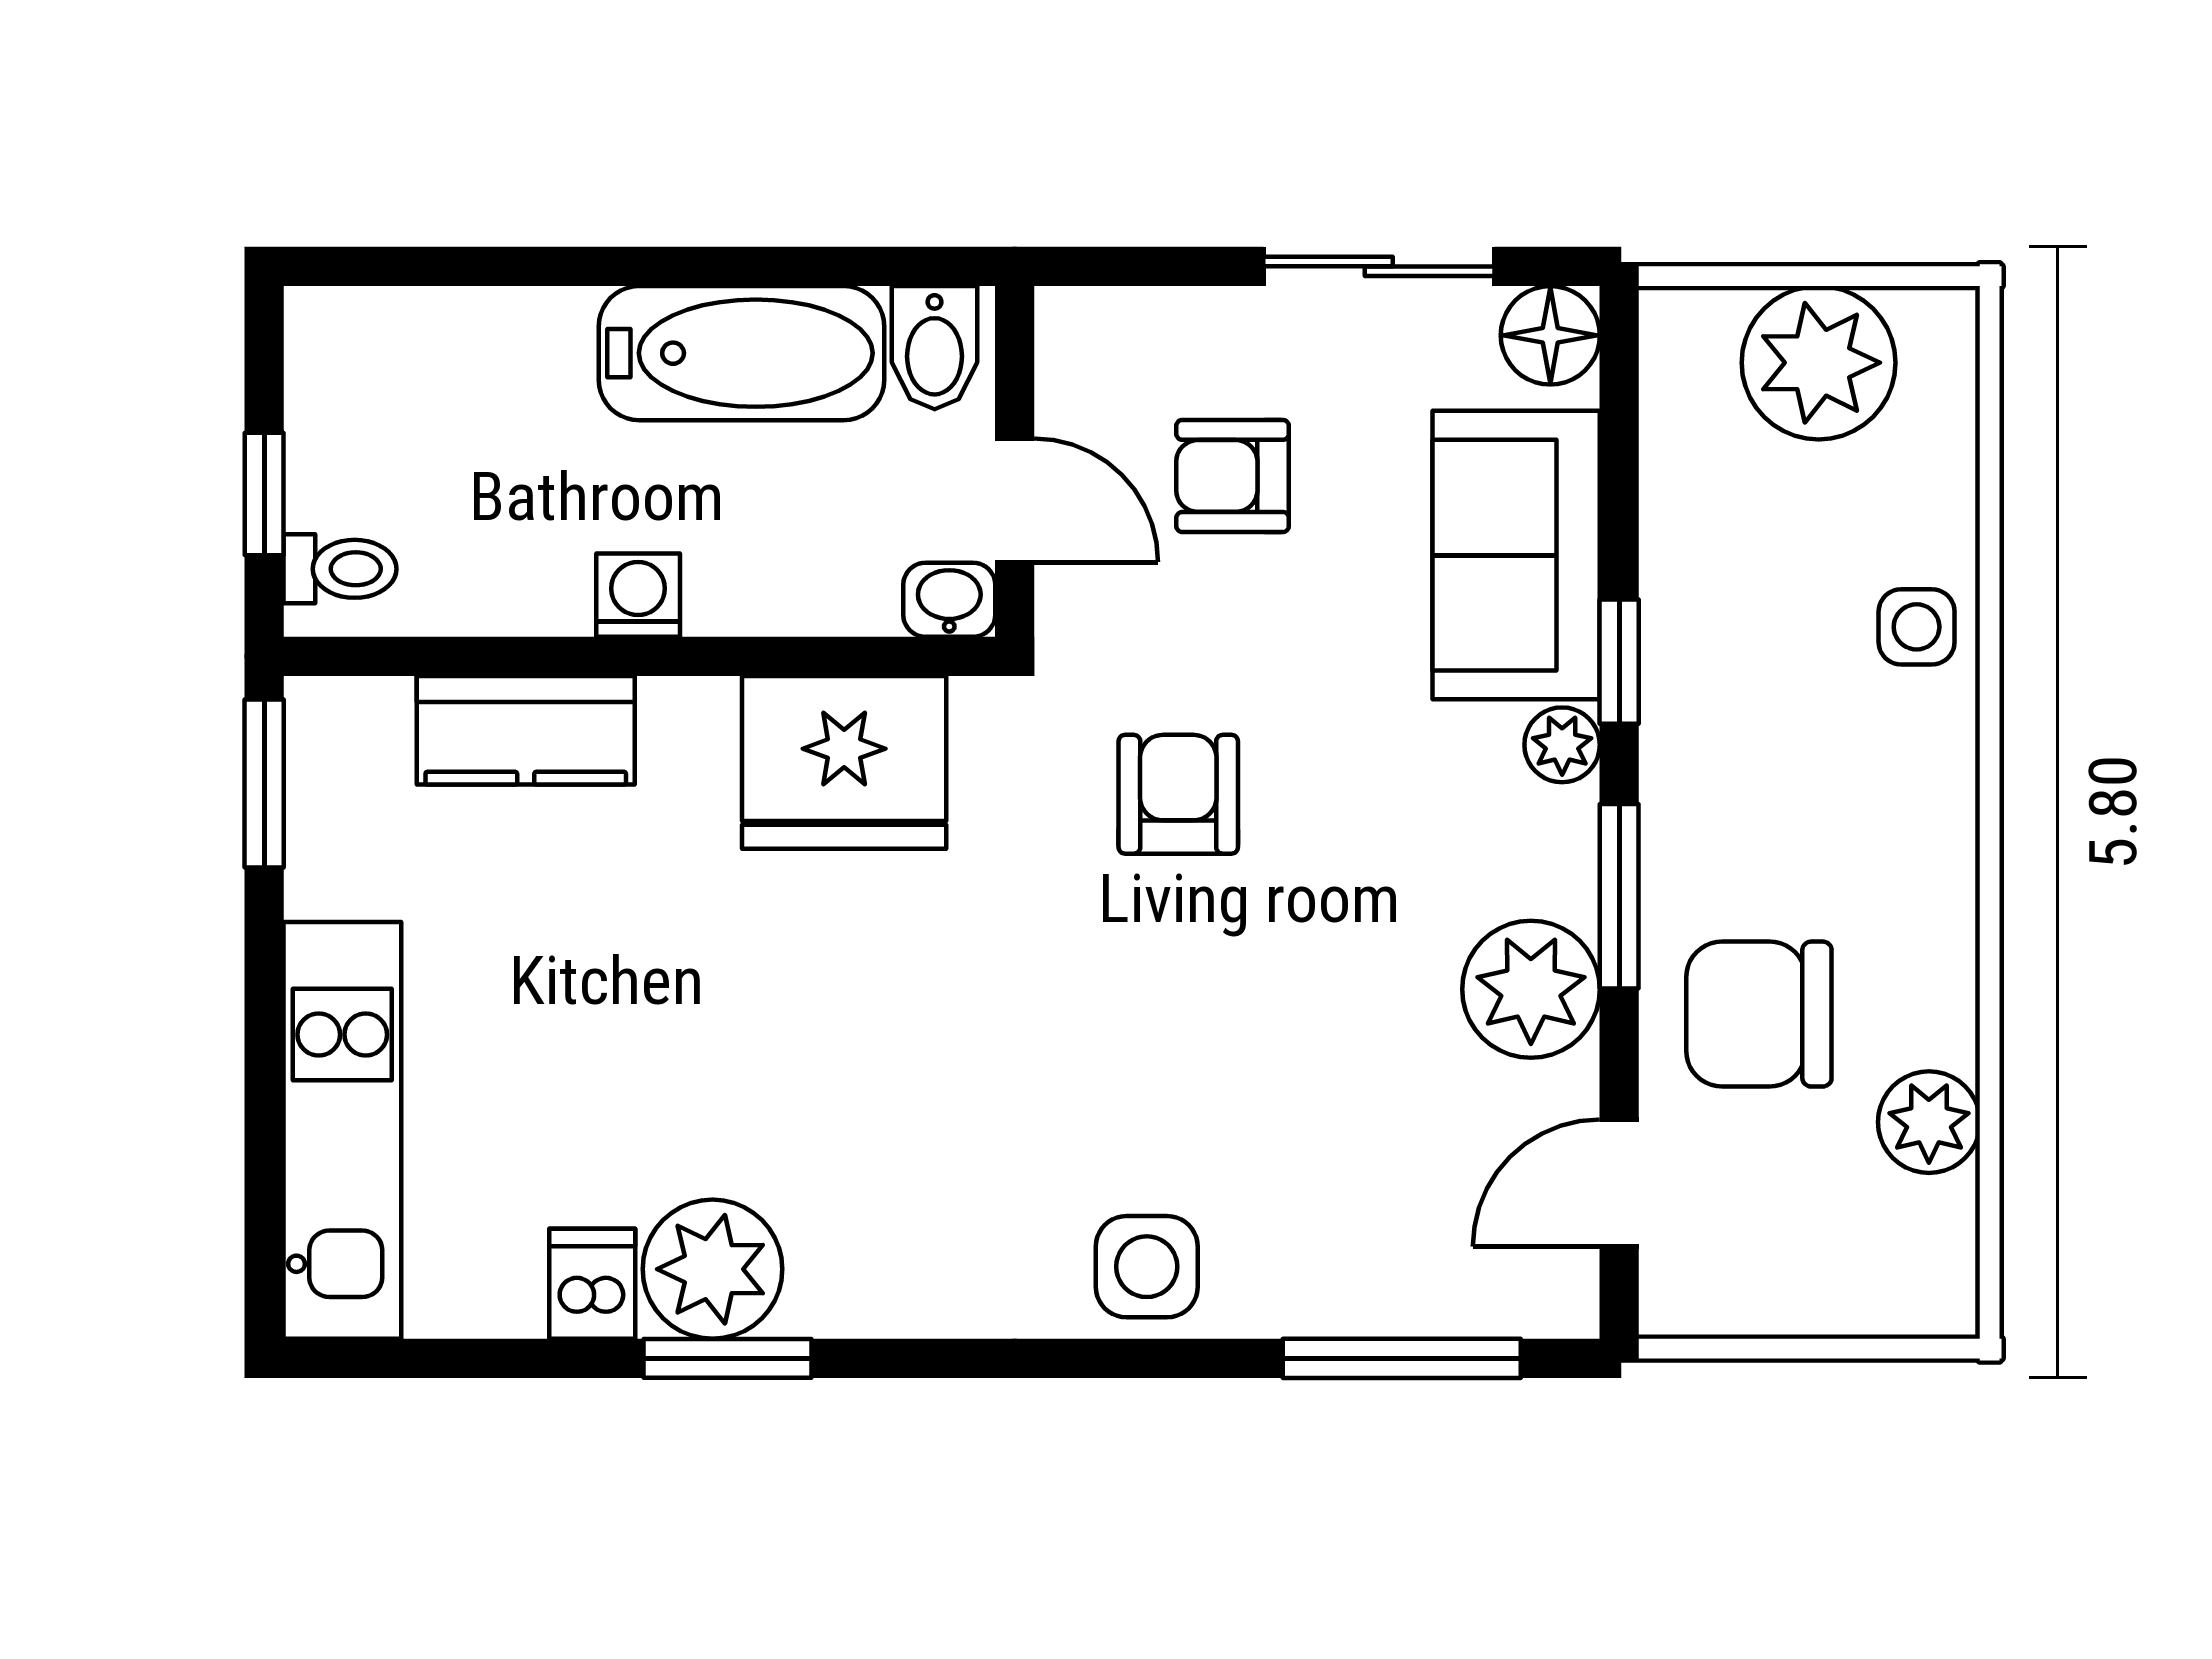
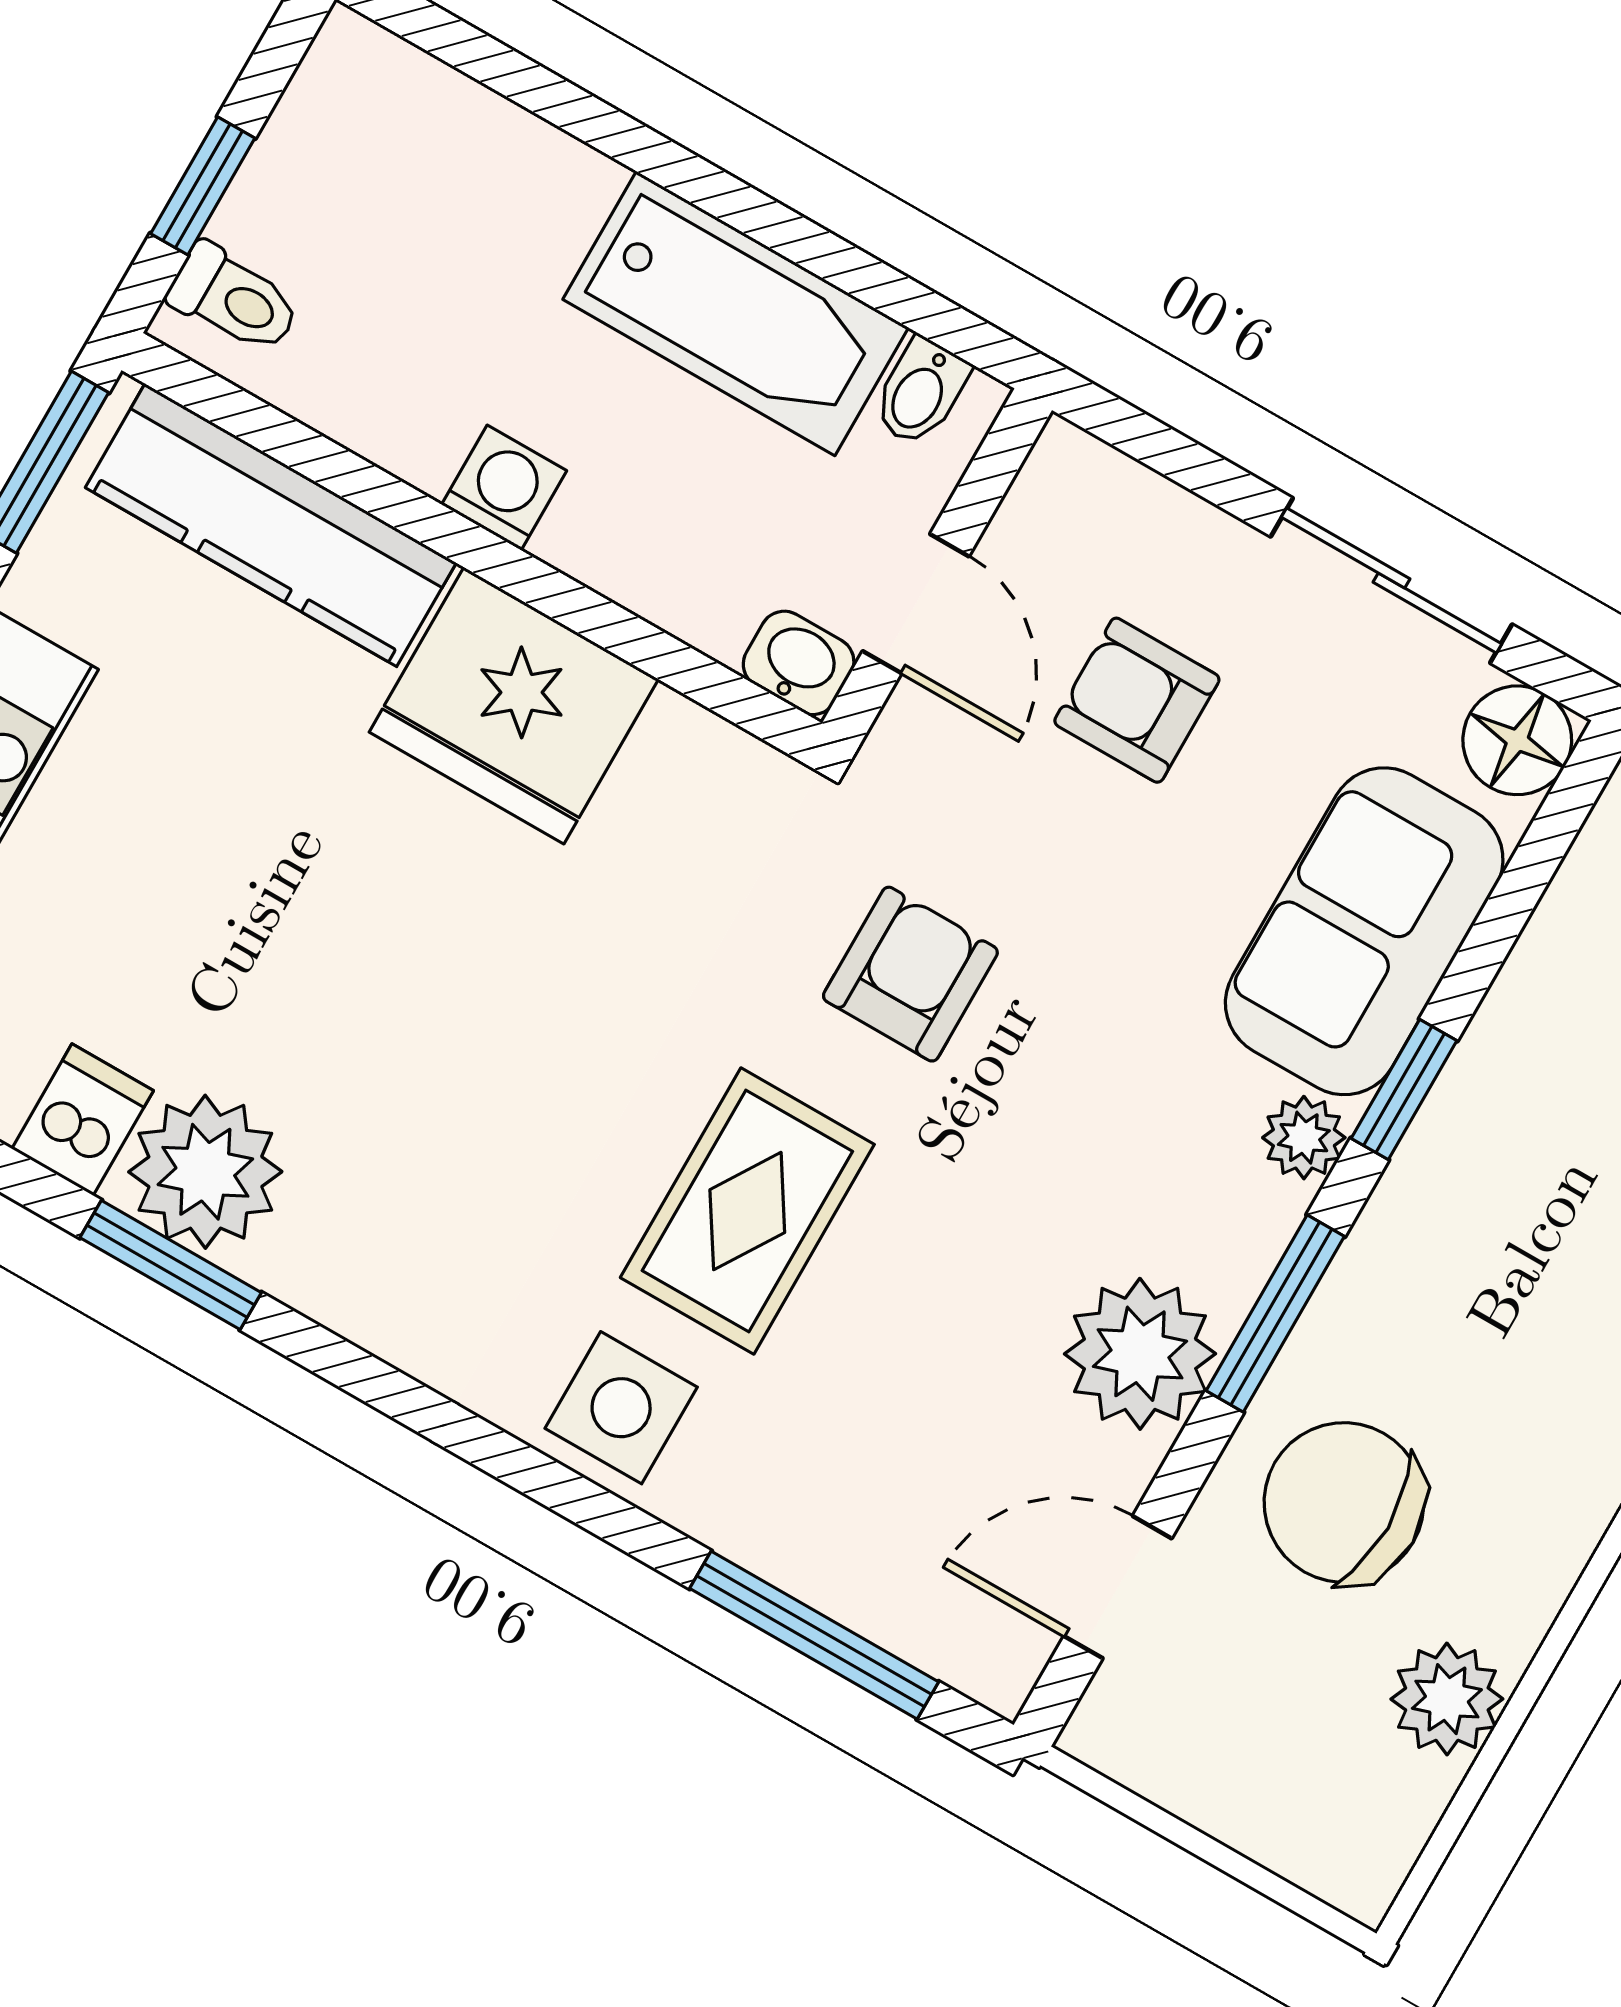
bidet: (935, 348) -> (921, 392), width x0.72, depth x0.74
kitchen counter: (526, 730) -> (271, 525), width x1.50
fridge: (844, 762) -> (514, 706), moved
rug: (1157, 1055) -> (747, 1211), added

